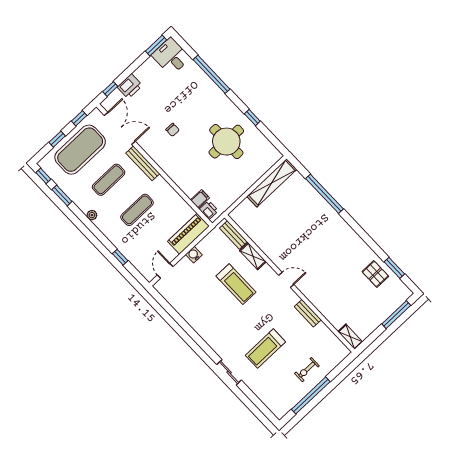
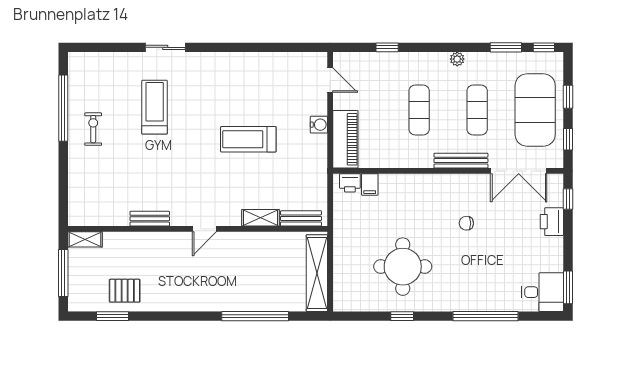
bench: (233, 235) -> (301, 218), moved
shelving: (253, 256) -> (261, 218), moved
door: (286, 280) -> (204, 229), moved
wall: (290, 283) -> (198, 229), moved
bench: (308, 313) -> (150, 219), moved
shelving: (350, 337) -> (85, 239), moved

